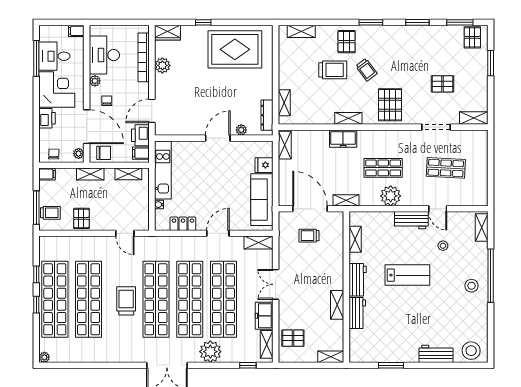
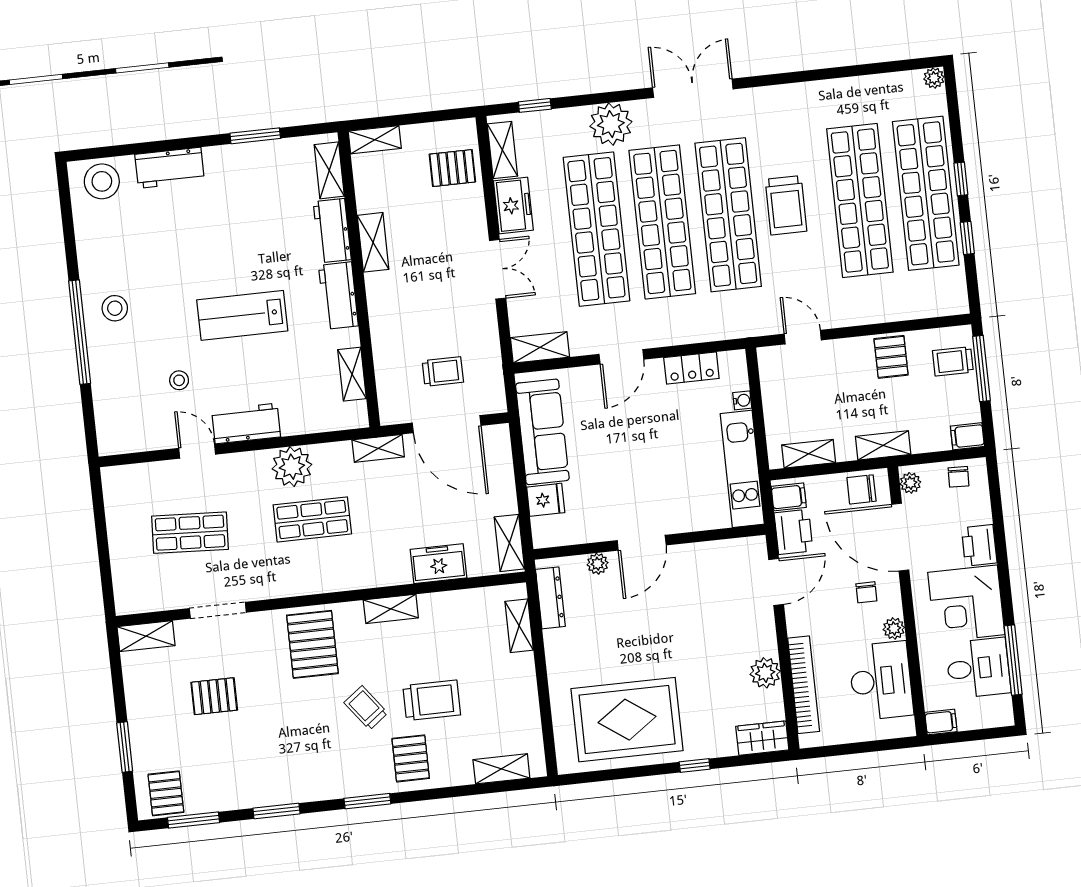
trolley: (333, 70) -> (432, 700), turned 180
freezer: (343, 139) -> (438, 564), moved
shelving: (482, 228) -> (329, 170), moved

